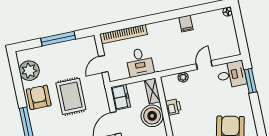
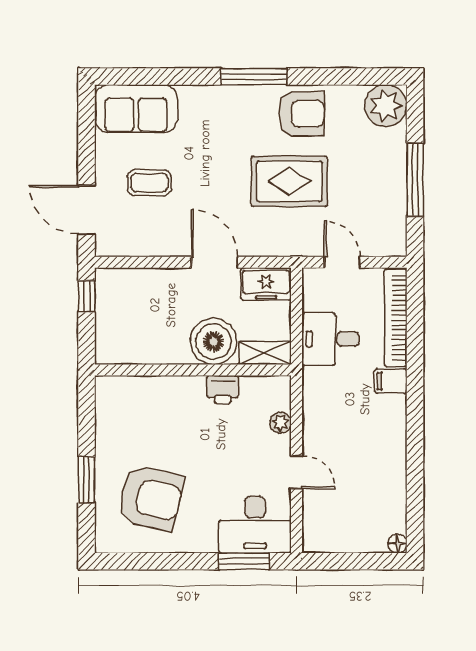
filing cabinet: (186, 24) -> (391, 381), moved
plant: (29, 71) -> (386, 106), moved
desk: (232, 75) -> (255, 525), width x1.37

